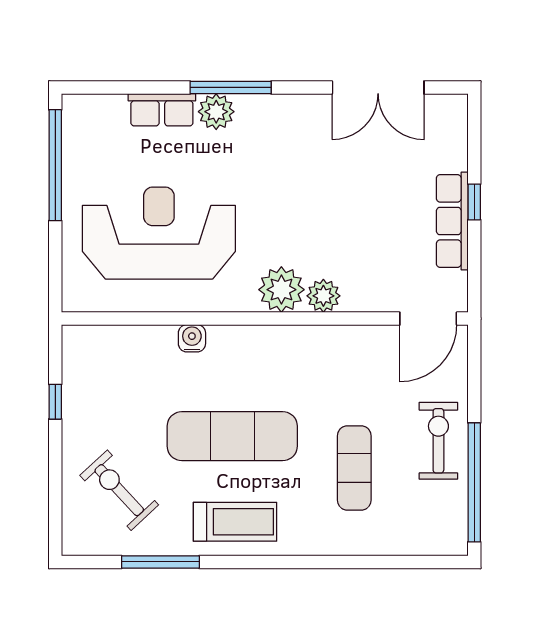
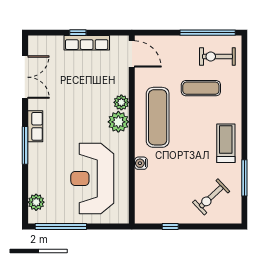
row of seats: (162, 110) -> (35, 126), moved
plant: (216, 112) -> (36, 202), moved
exercise mat: (232, 436) -> (158, 117), moved
exercise bike: (438, 441) -> (217, 57), moved

